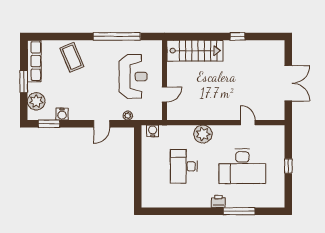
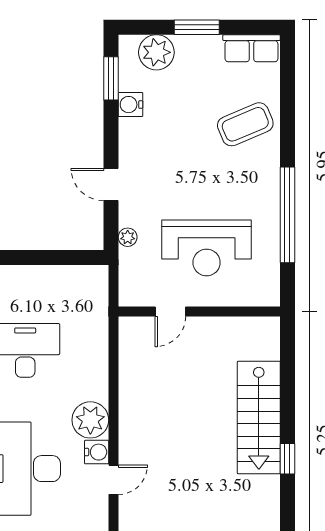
stairs: (195, 51) -> (259, 418), moved
row of seats: (34, 61) -> (251, 48), width x0.68
door: (165, 94) -> (170, 311), hinge flipped
water cooler: (153, 131) -> (97, 452), moved
plant: (203, 134) -> (90, 420), moved

